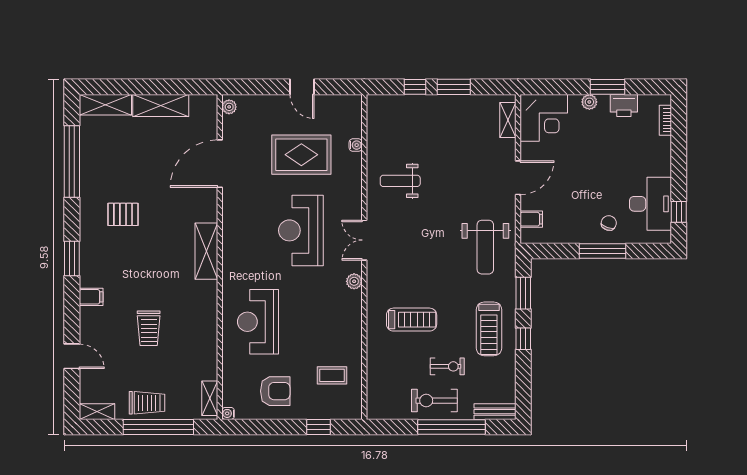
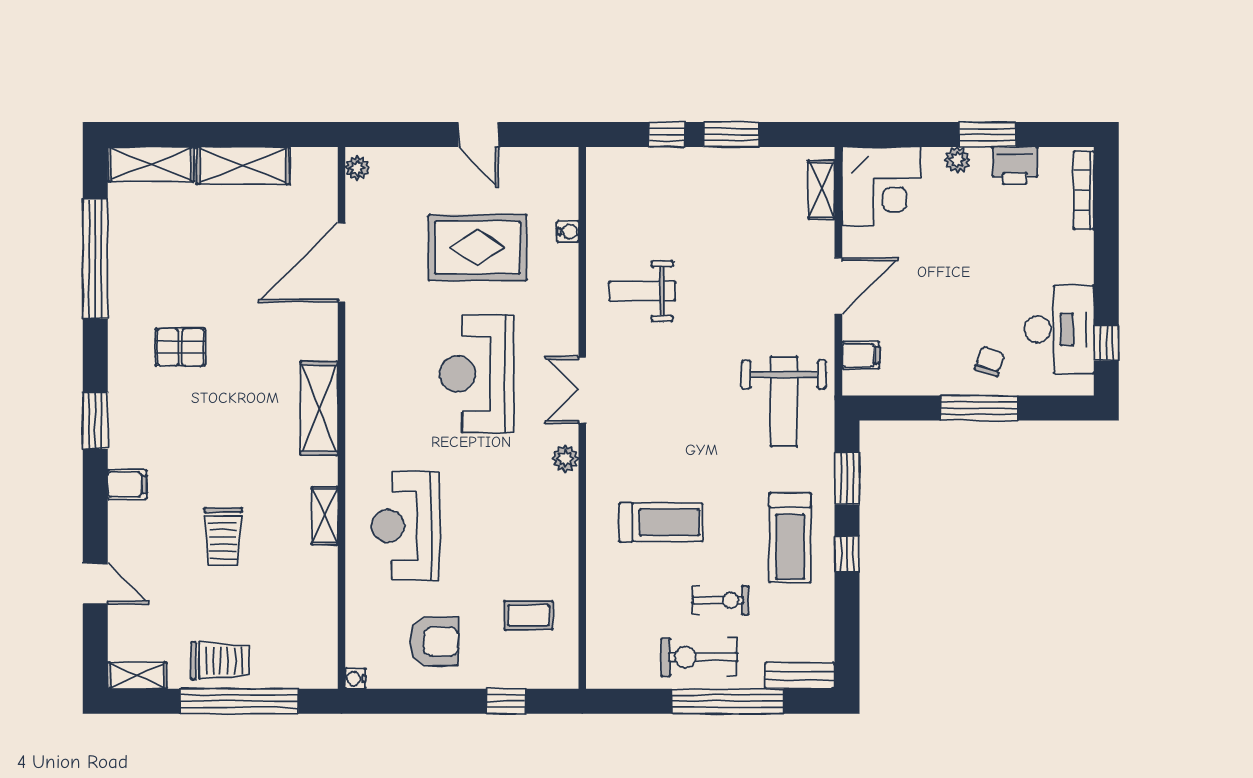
bookcase: (665, 120) -> (1084, 190), width x1.56
shelving: (210, 398) -> (325, 516), moved

